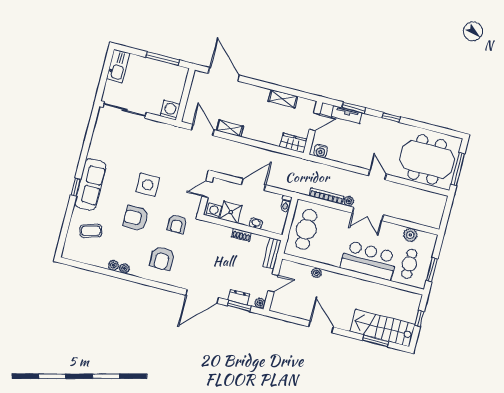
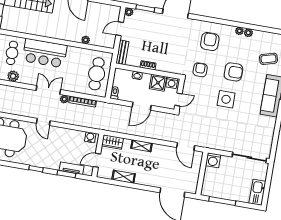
shelving: (230, 128) -> (142, 146), moved
dresser: (239, 297) -> (146, 15), removed

